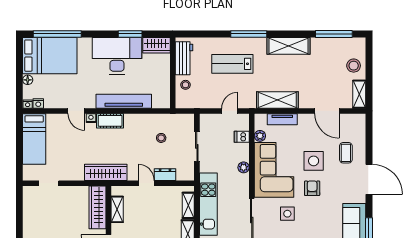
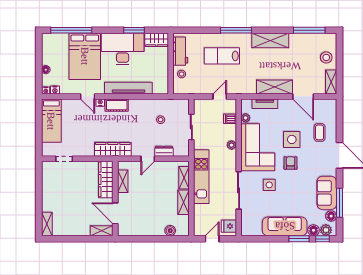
bed: (50, 56) -> (85, 56), moved, turned 90
shelving: (277, 100) -> (275, 87), moved
door: (146, 183) -> (148, 159), swing flipped

